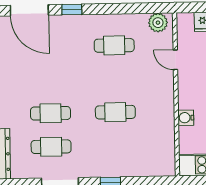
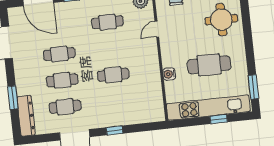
door: (175, 60) -> (157, 29), hinge flipped
cafe table: (50, 80) -> (59, 54), added

